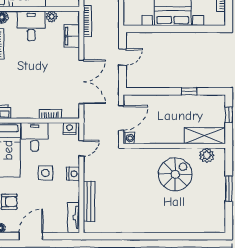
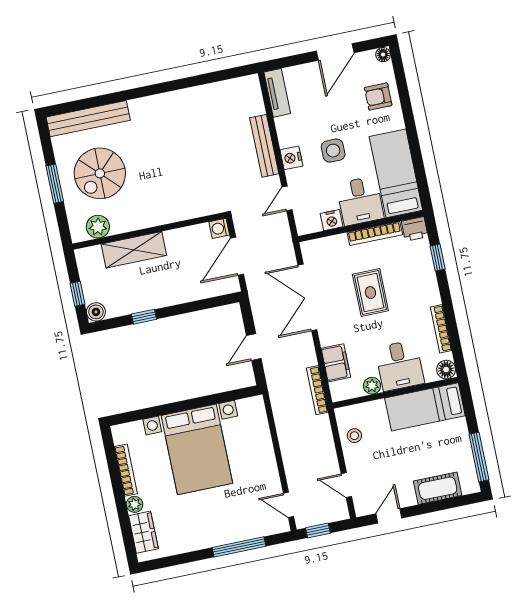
rug: (40, 77) -> (370, 293), added
boiler: (219, 101) -> (96, 312), added
bookcase: (50, 114) -> (375, 234), moved, width x1.56
nightstand: (70, 128) -> (332, 220), moved
shelving: (204, 136) -> (134, 250), moved
spiral stairs: (175, 174) -> (100, 173), moved
bench: (89, 201) -> (264, 146), moved
bench: (199, 226) -> (88, 119), added

